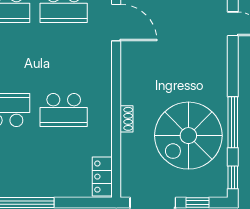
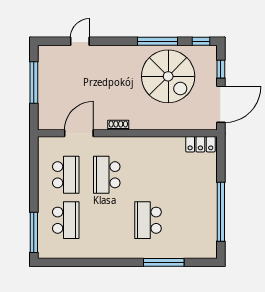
school desk: (64, 110) -> (107, 175), moved, turned 180
shoe rack: (126, 119) -> (118, 125), moved

